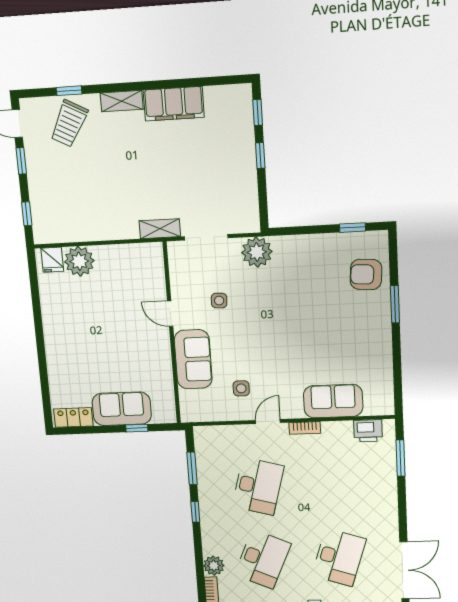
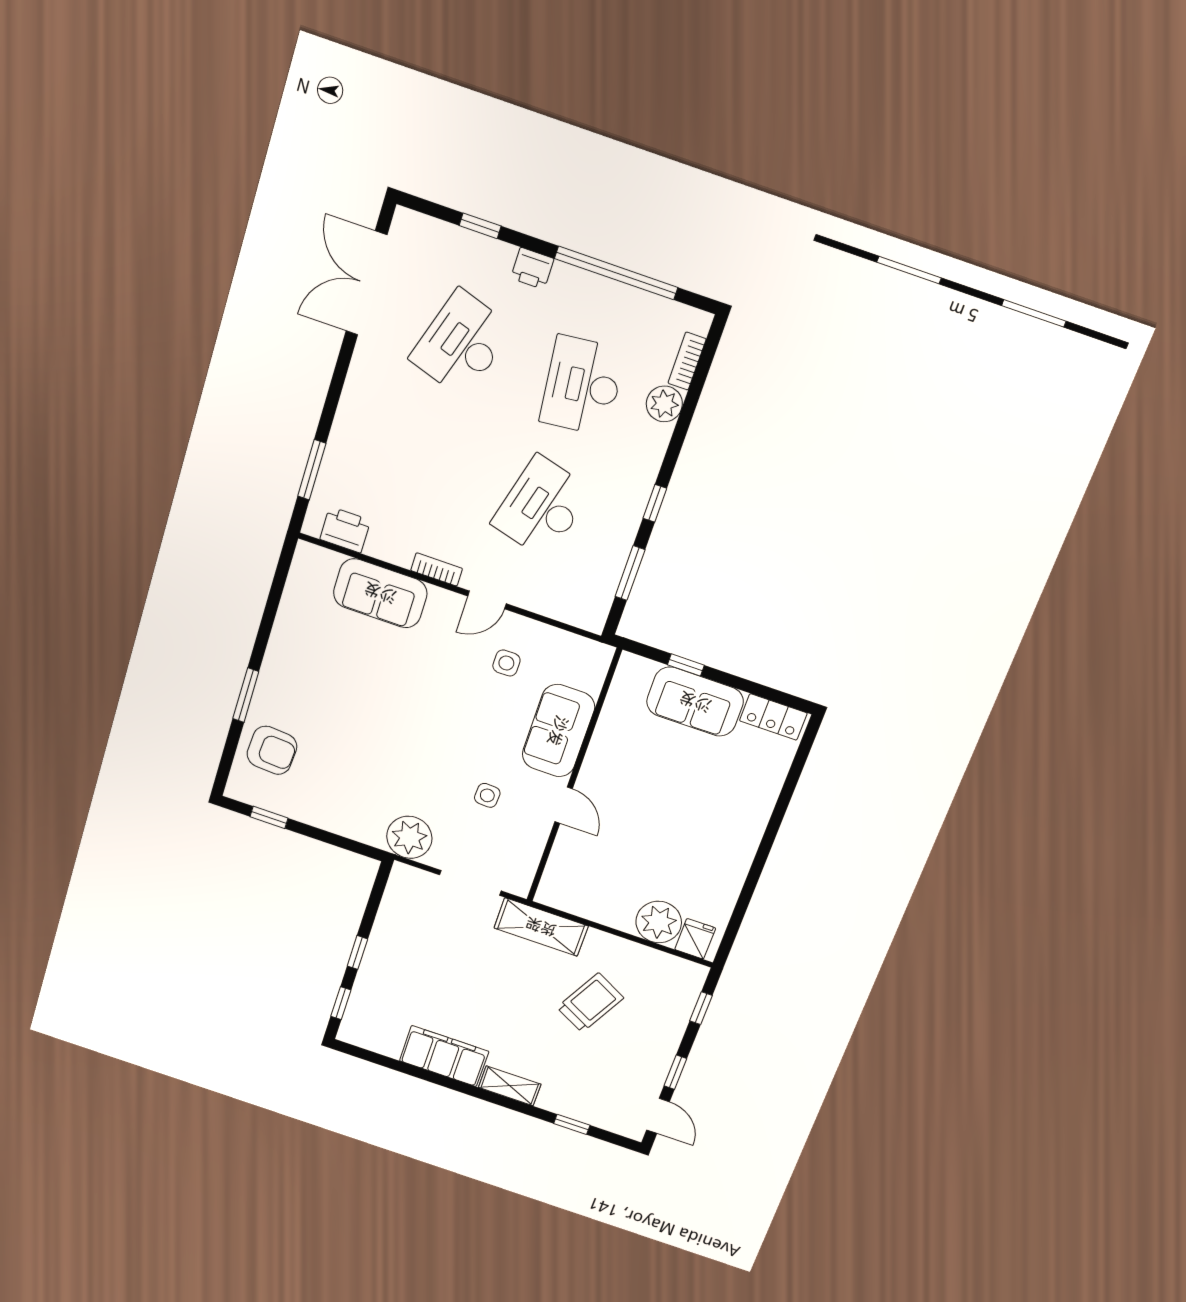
trolley: (69, 124) -> (590, 1003), moved
shelving: (160, 229) -> (541, 927), width x1.50, depth x1.33
desk: (263, 559) -> (582, 386), turned -30

